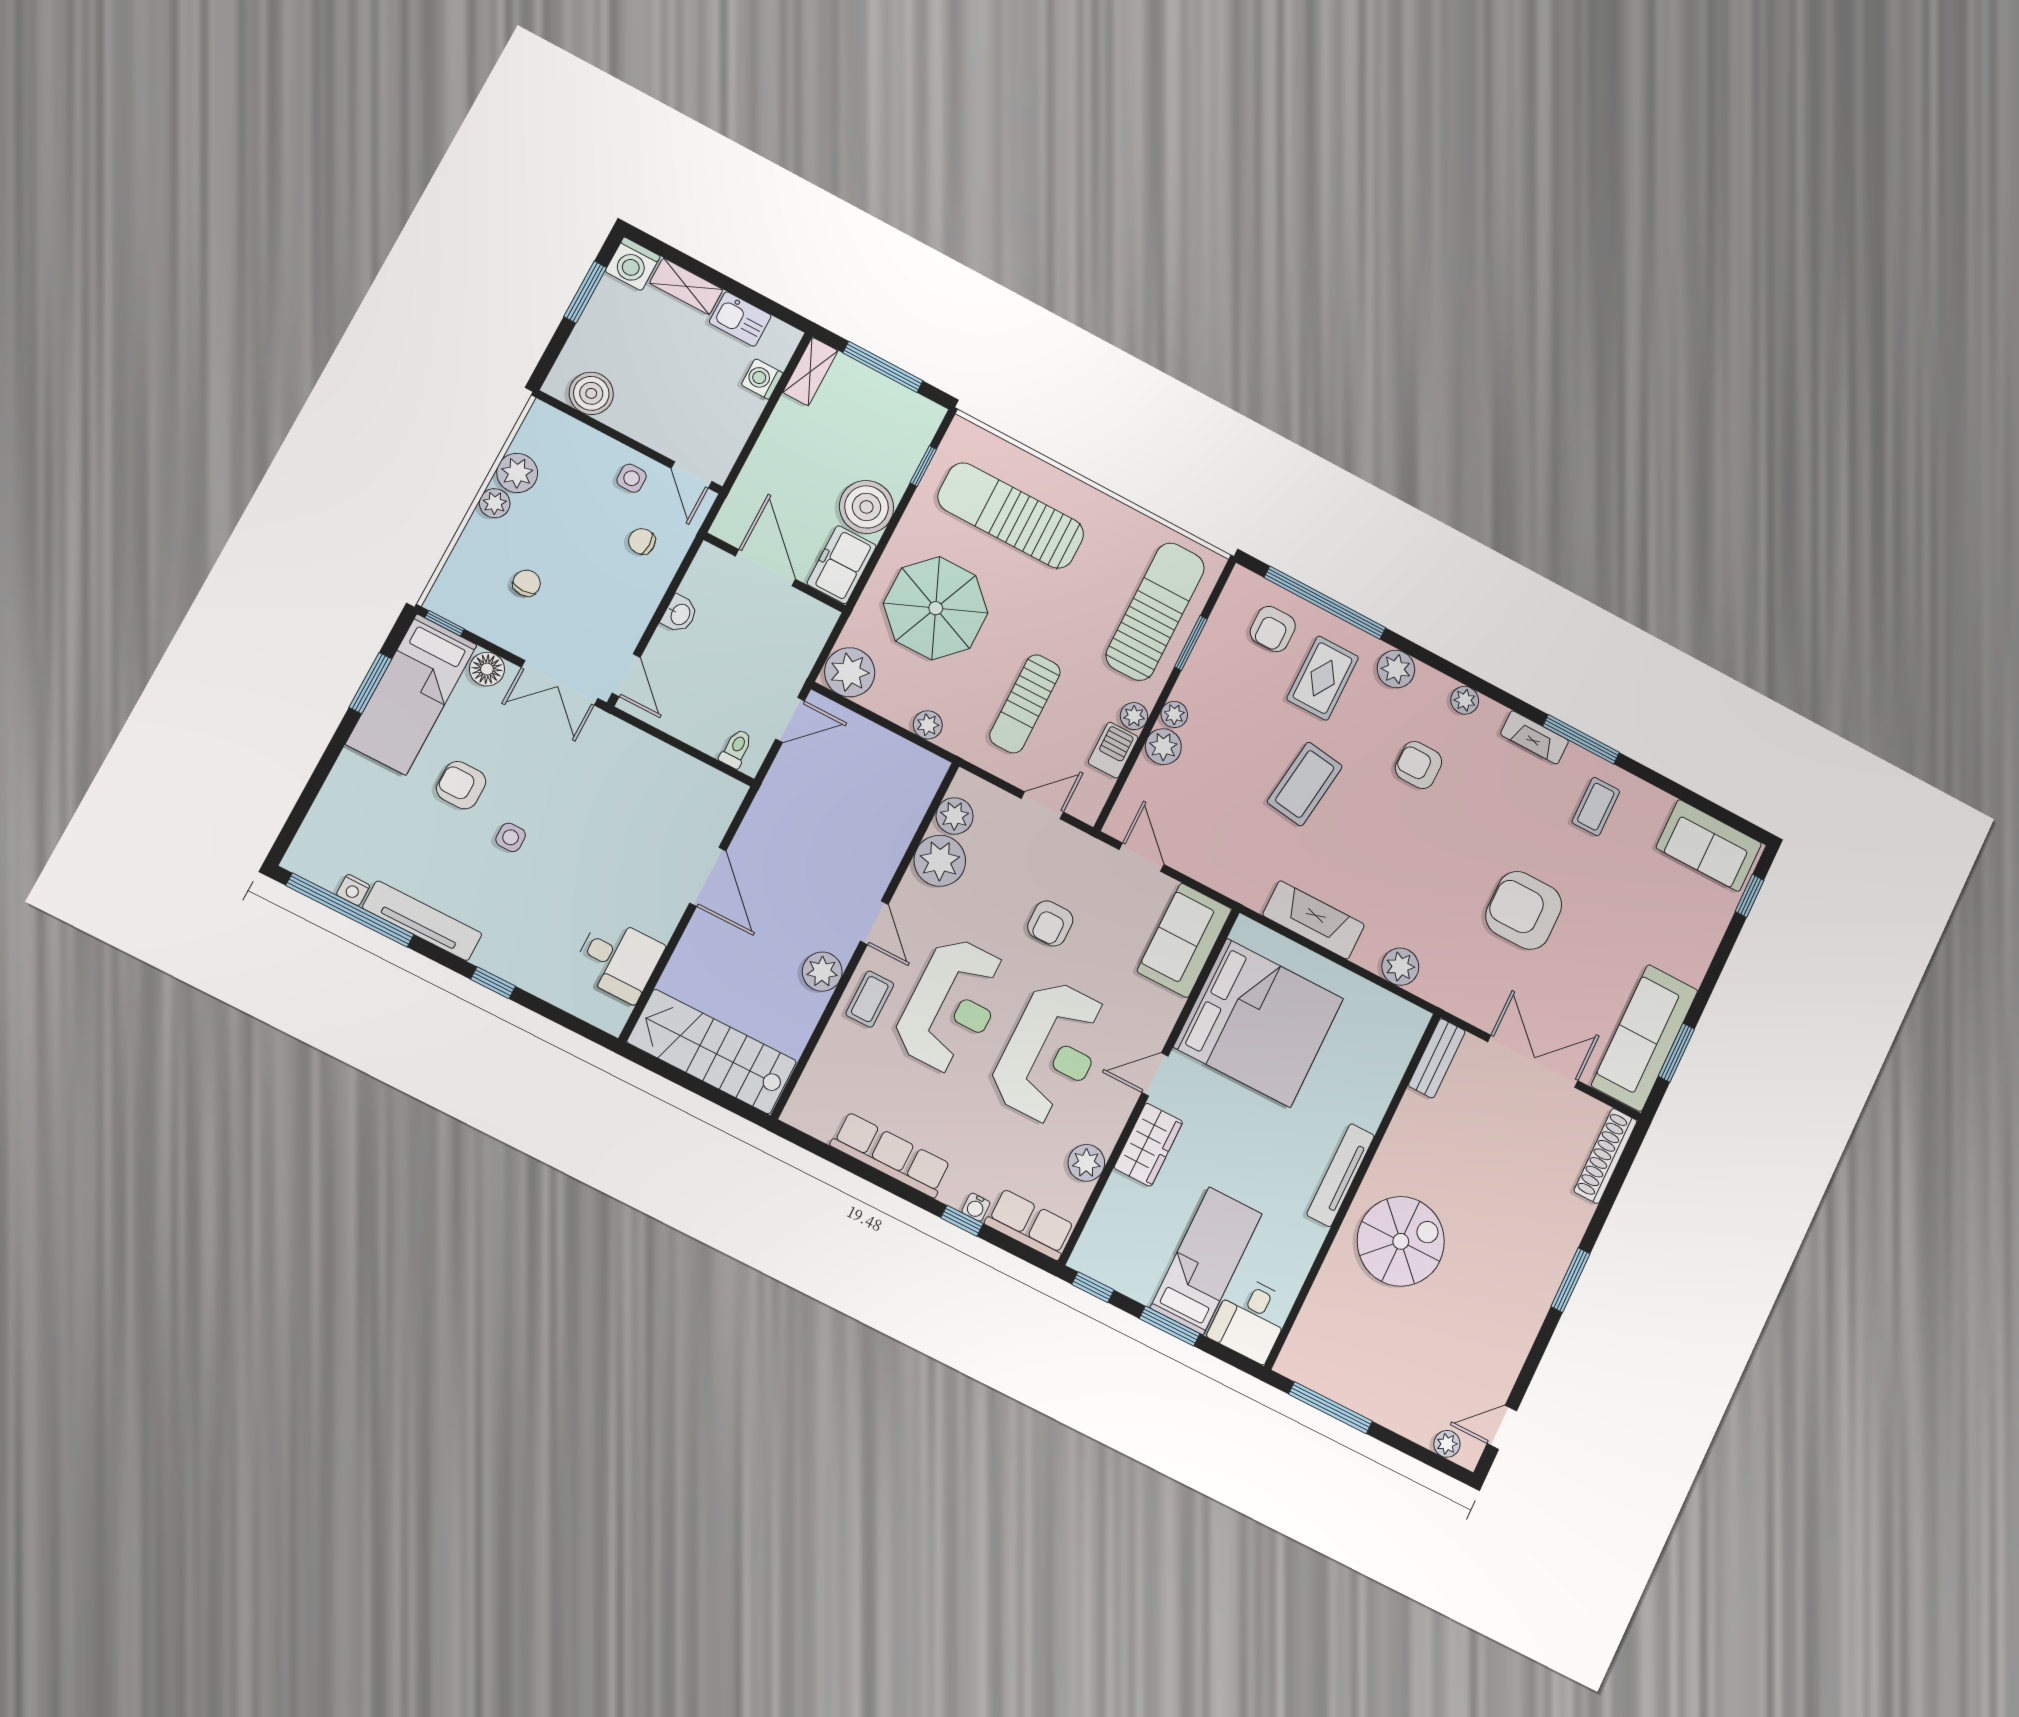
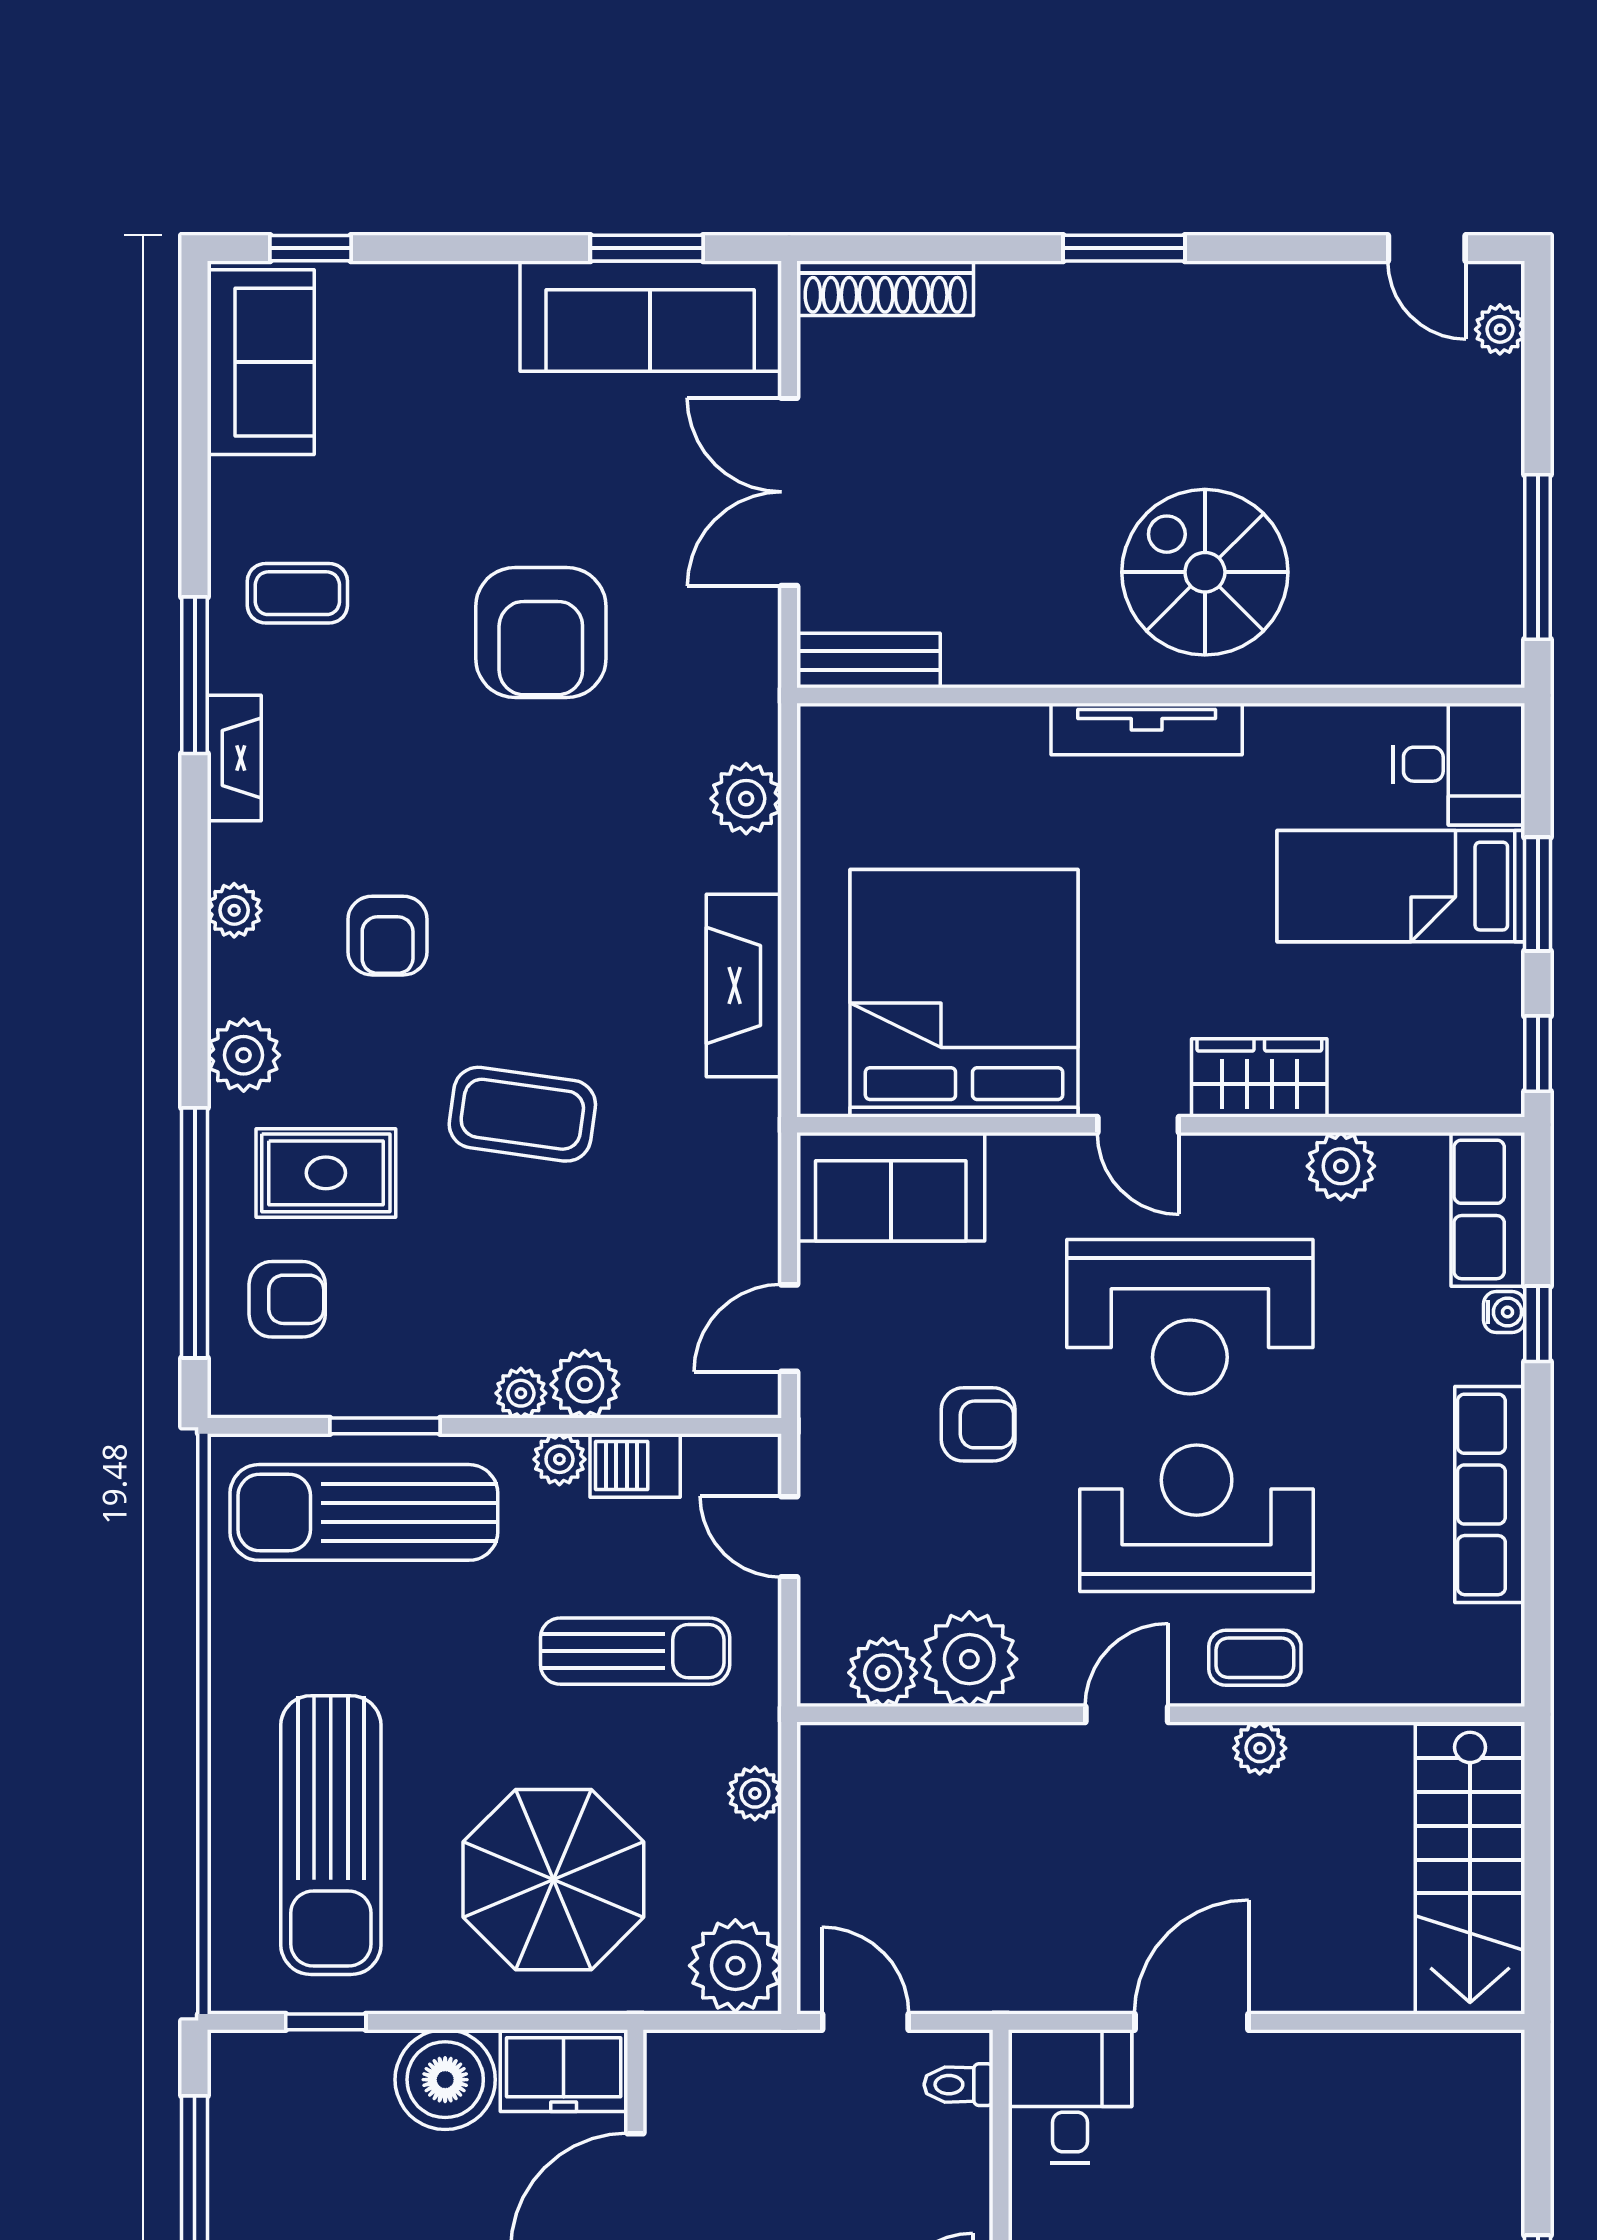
desk: (618, 959) -> (1070, 2096), moved
plant: (822, 972) -> (1260, 1748), width x0.73, depth x0.73
reception desk: (1051, 1052) -> (1190, 1317), turned 180

